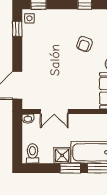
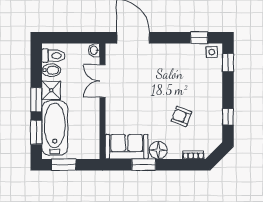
bidet: (45, 155) -> (51, 70), added

